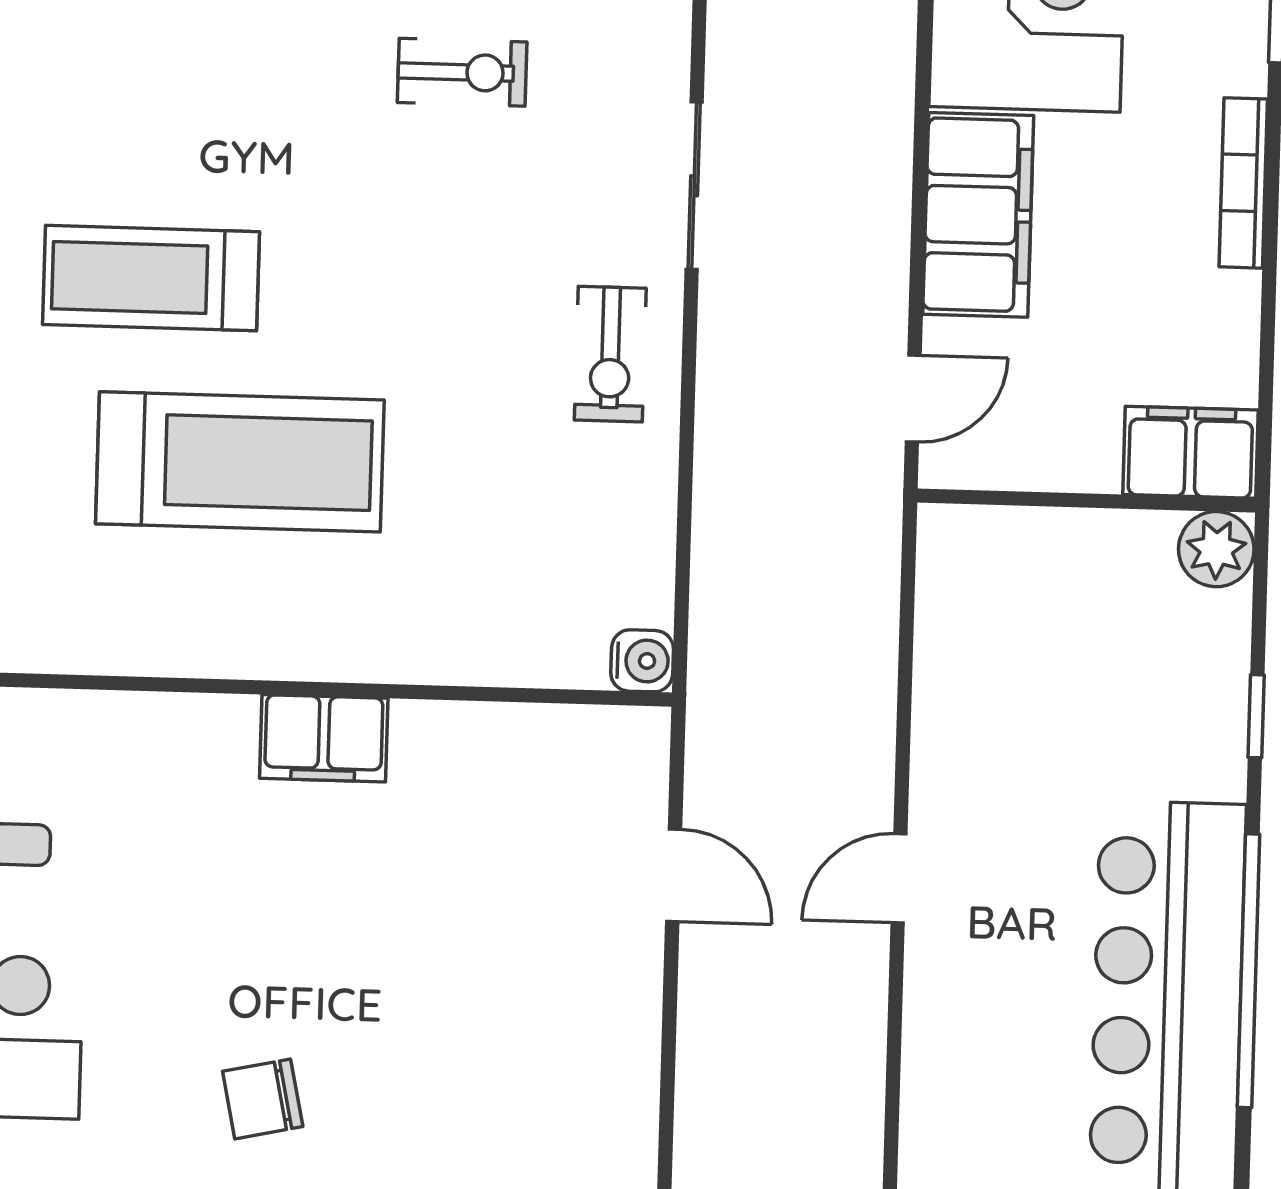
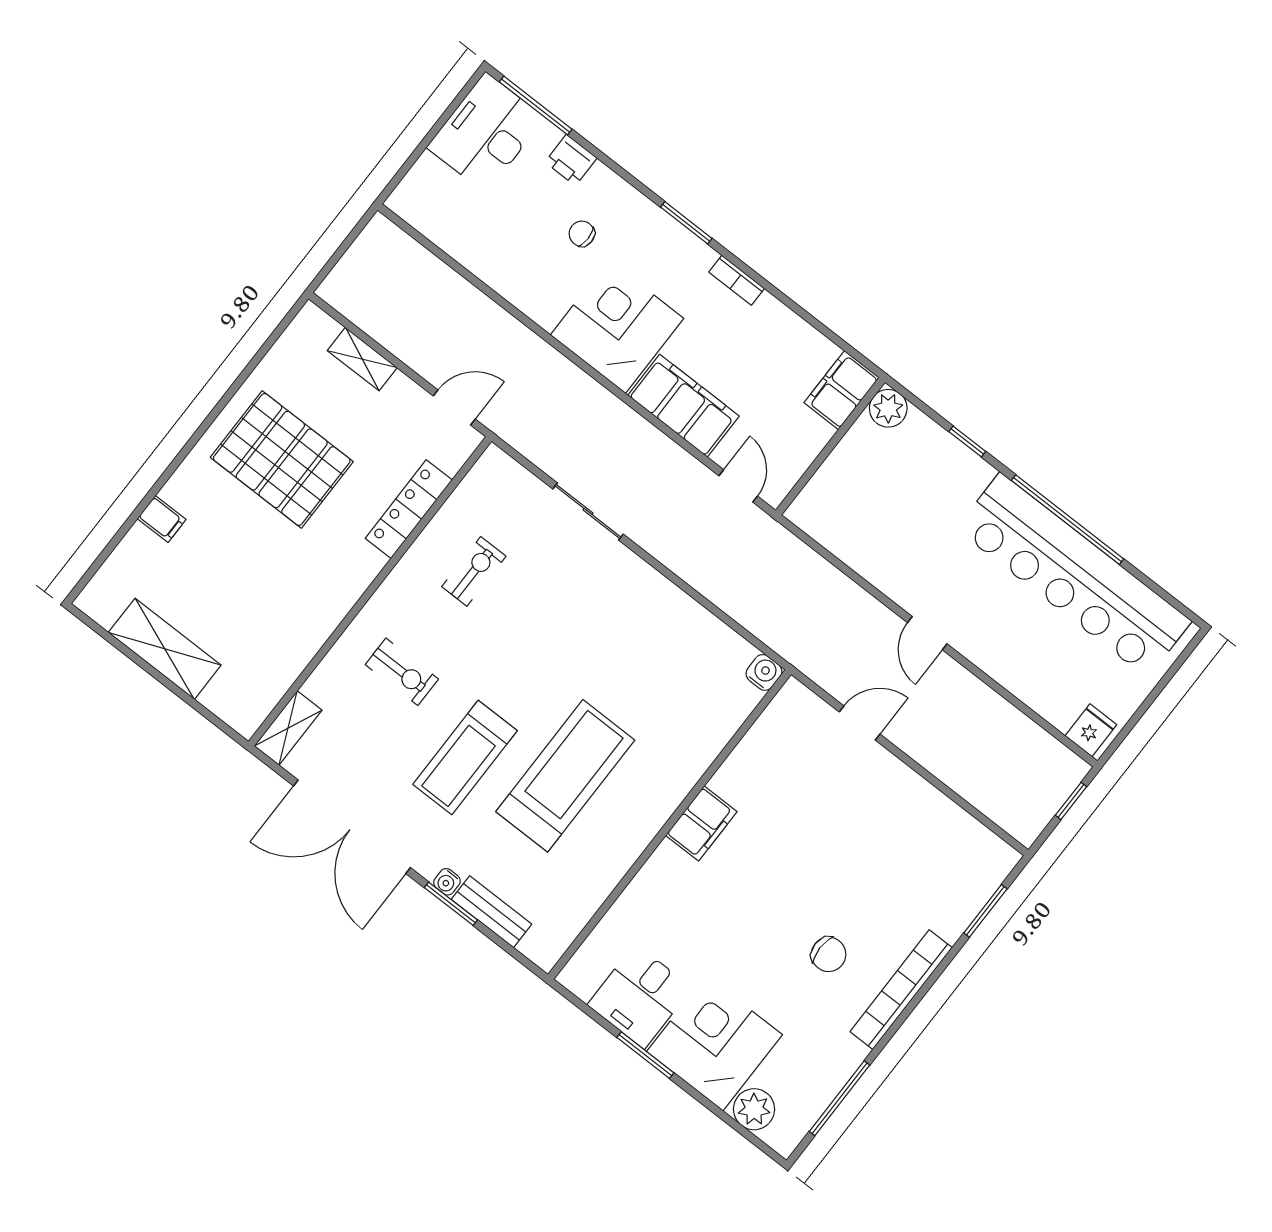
bookcase: (1243, 183) -> (737, 280), width x0.64
exercise bike: (610, 354) -> (402, 672), moved
chair: (263, 1099) -> (829, 954), turned -78

